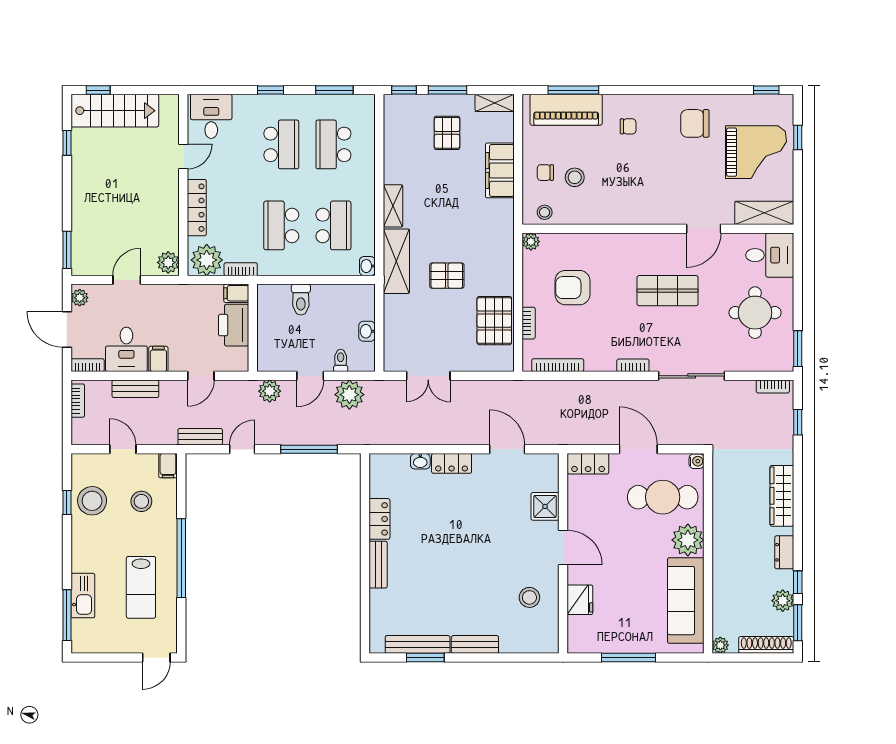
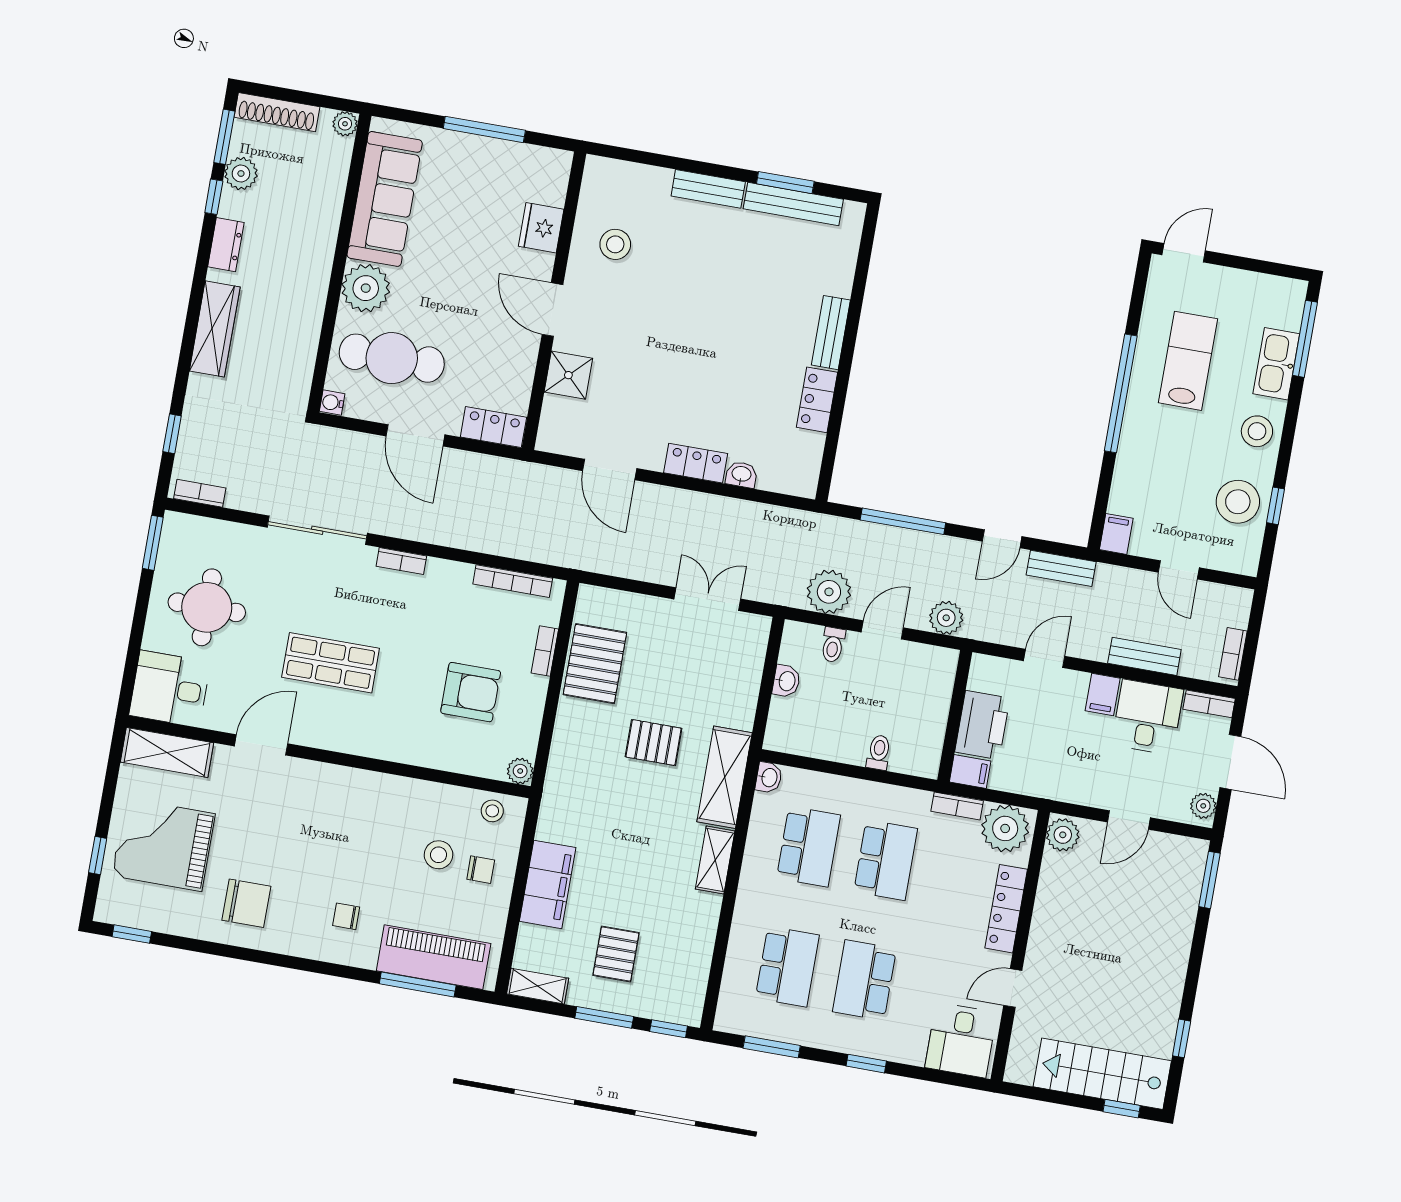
school desk: (333, 225) -> (808, 847), turned 180
toilet: (301, 300) -> (879, 752), width x0.73, depth x0.72
stool: (141, 501) -> (1257, 431), moved

